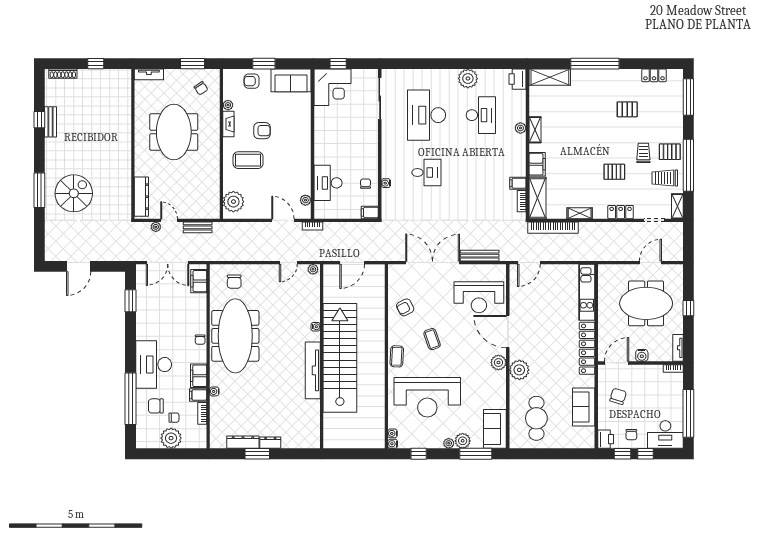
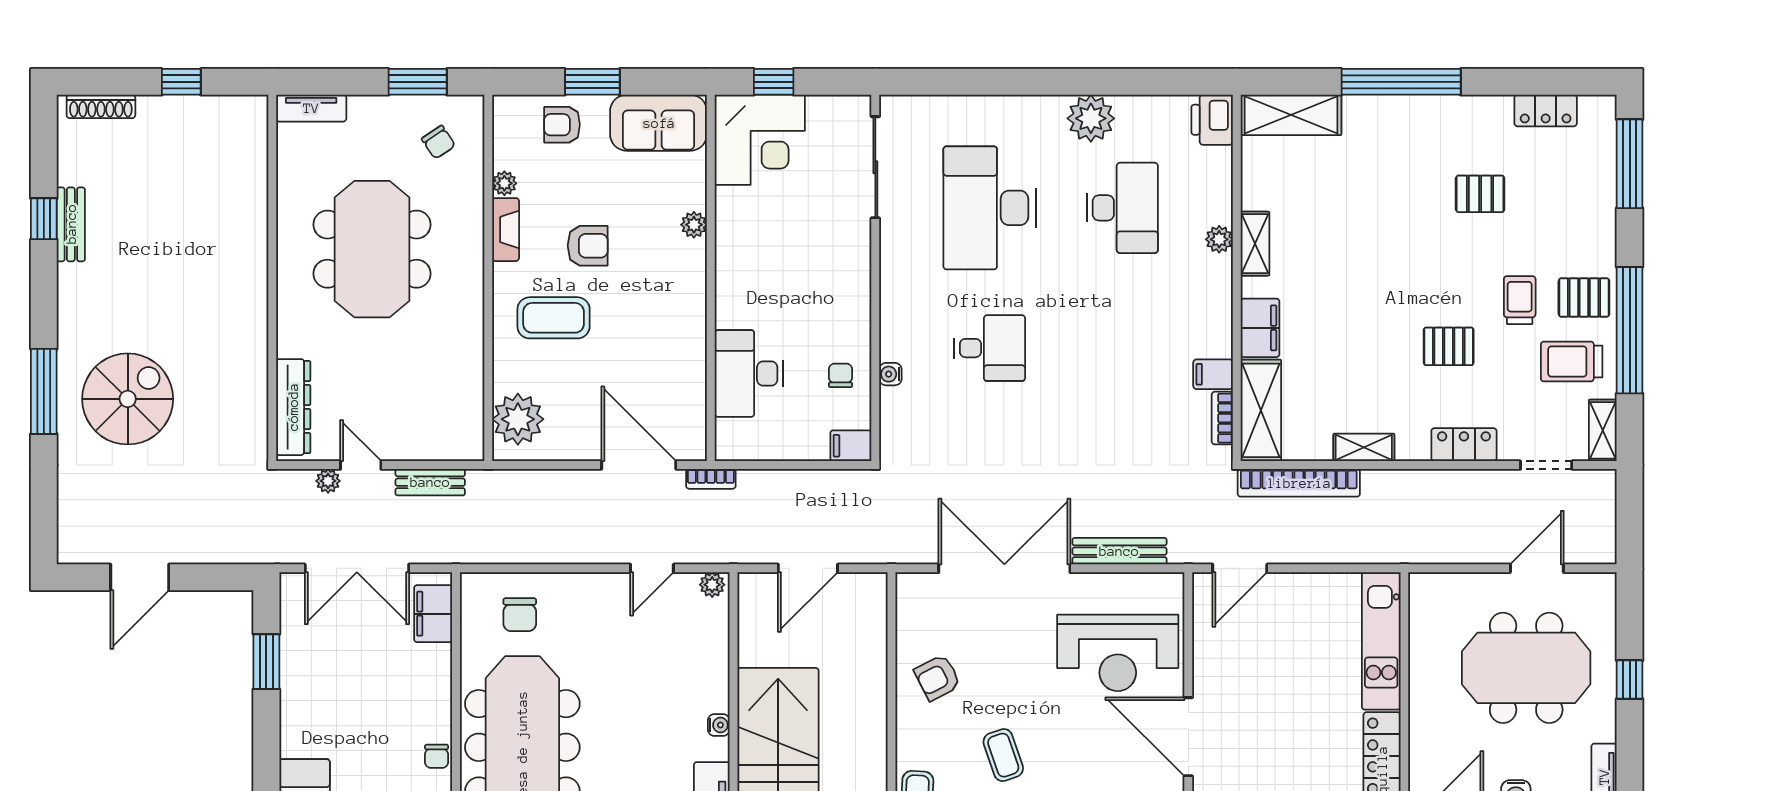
plant: (305, 200) -> (694, 225), moved
door: (283, 220) -> (639, 465), width x1.36

